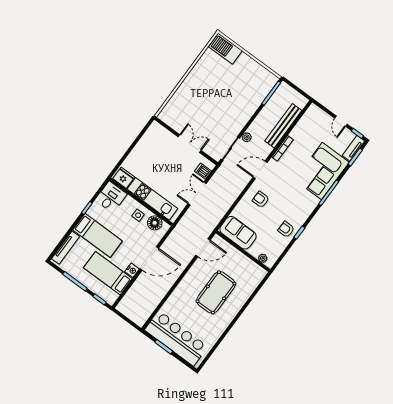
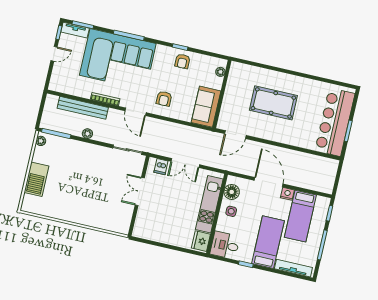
barbecue: (225, 49) -> (36, 179), moved
plant: (271, 77) -> (41, 141), added
plant: (247, 137) -> (87, 134), moved
corner sofa: (322, 171) -> (118, 59), width x1.36, depth x1.36
door: (203, 248) -> (235, 135), swing flipped

